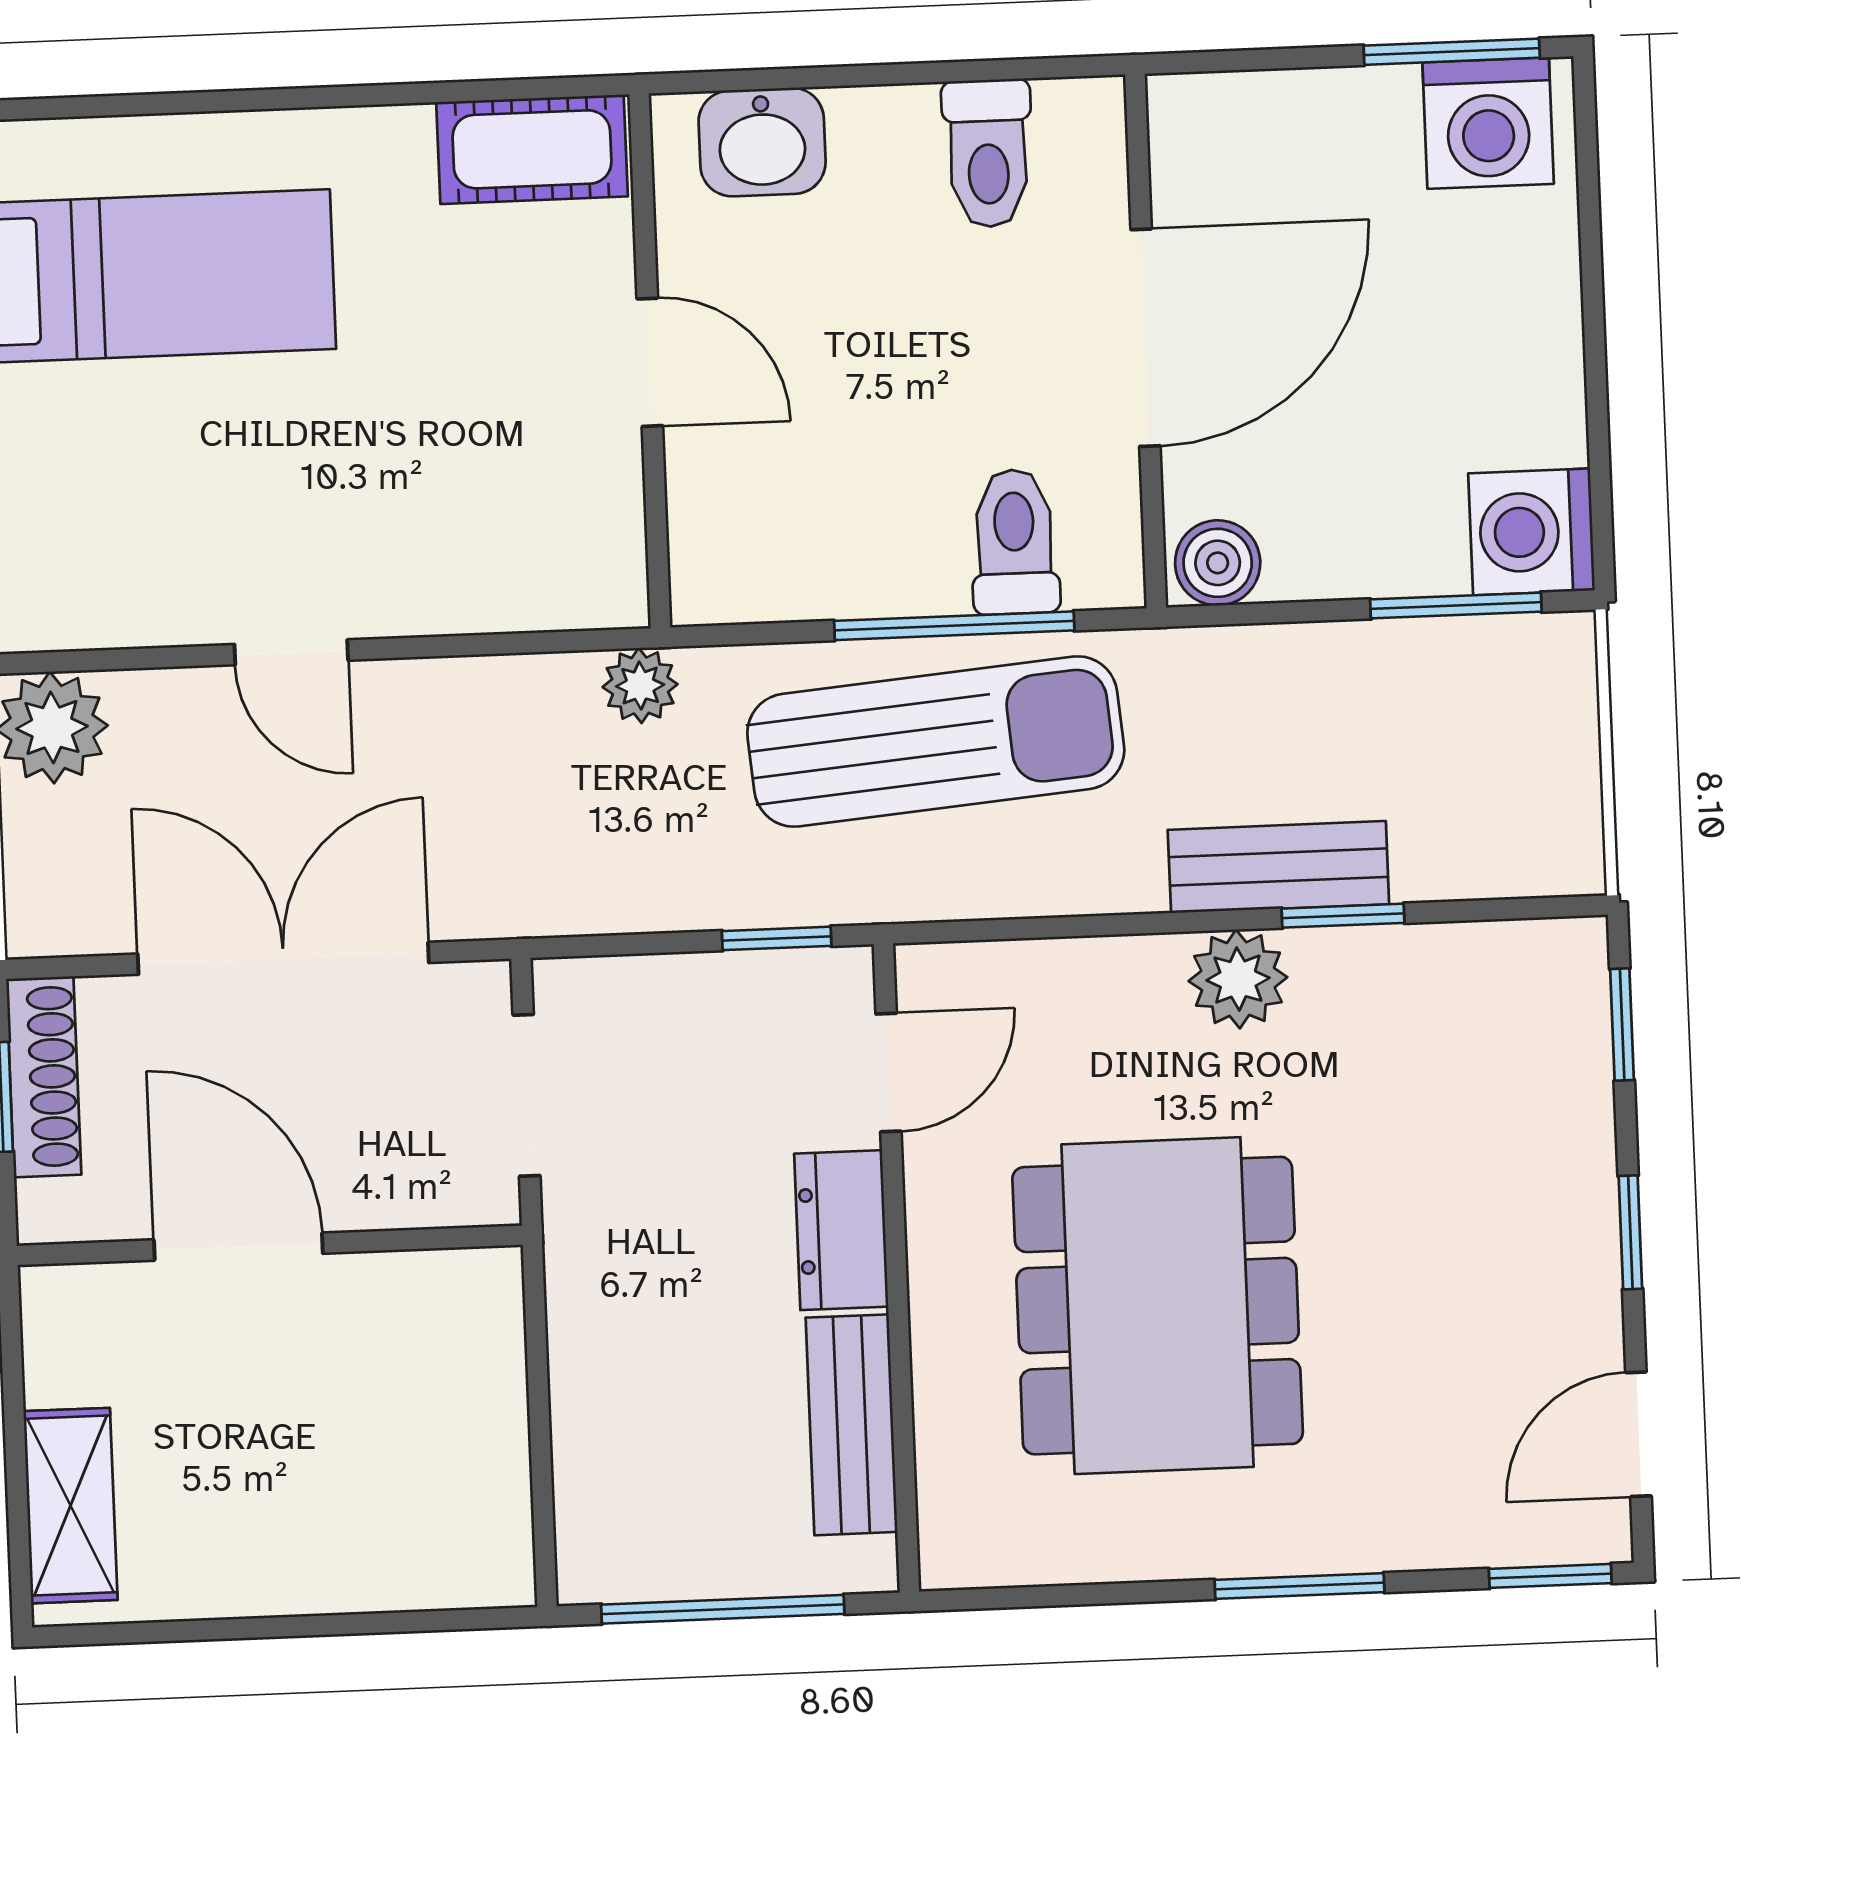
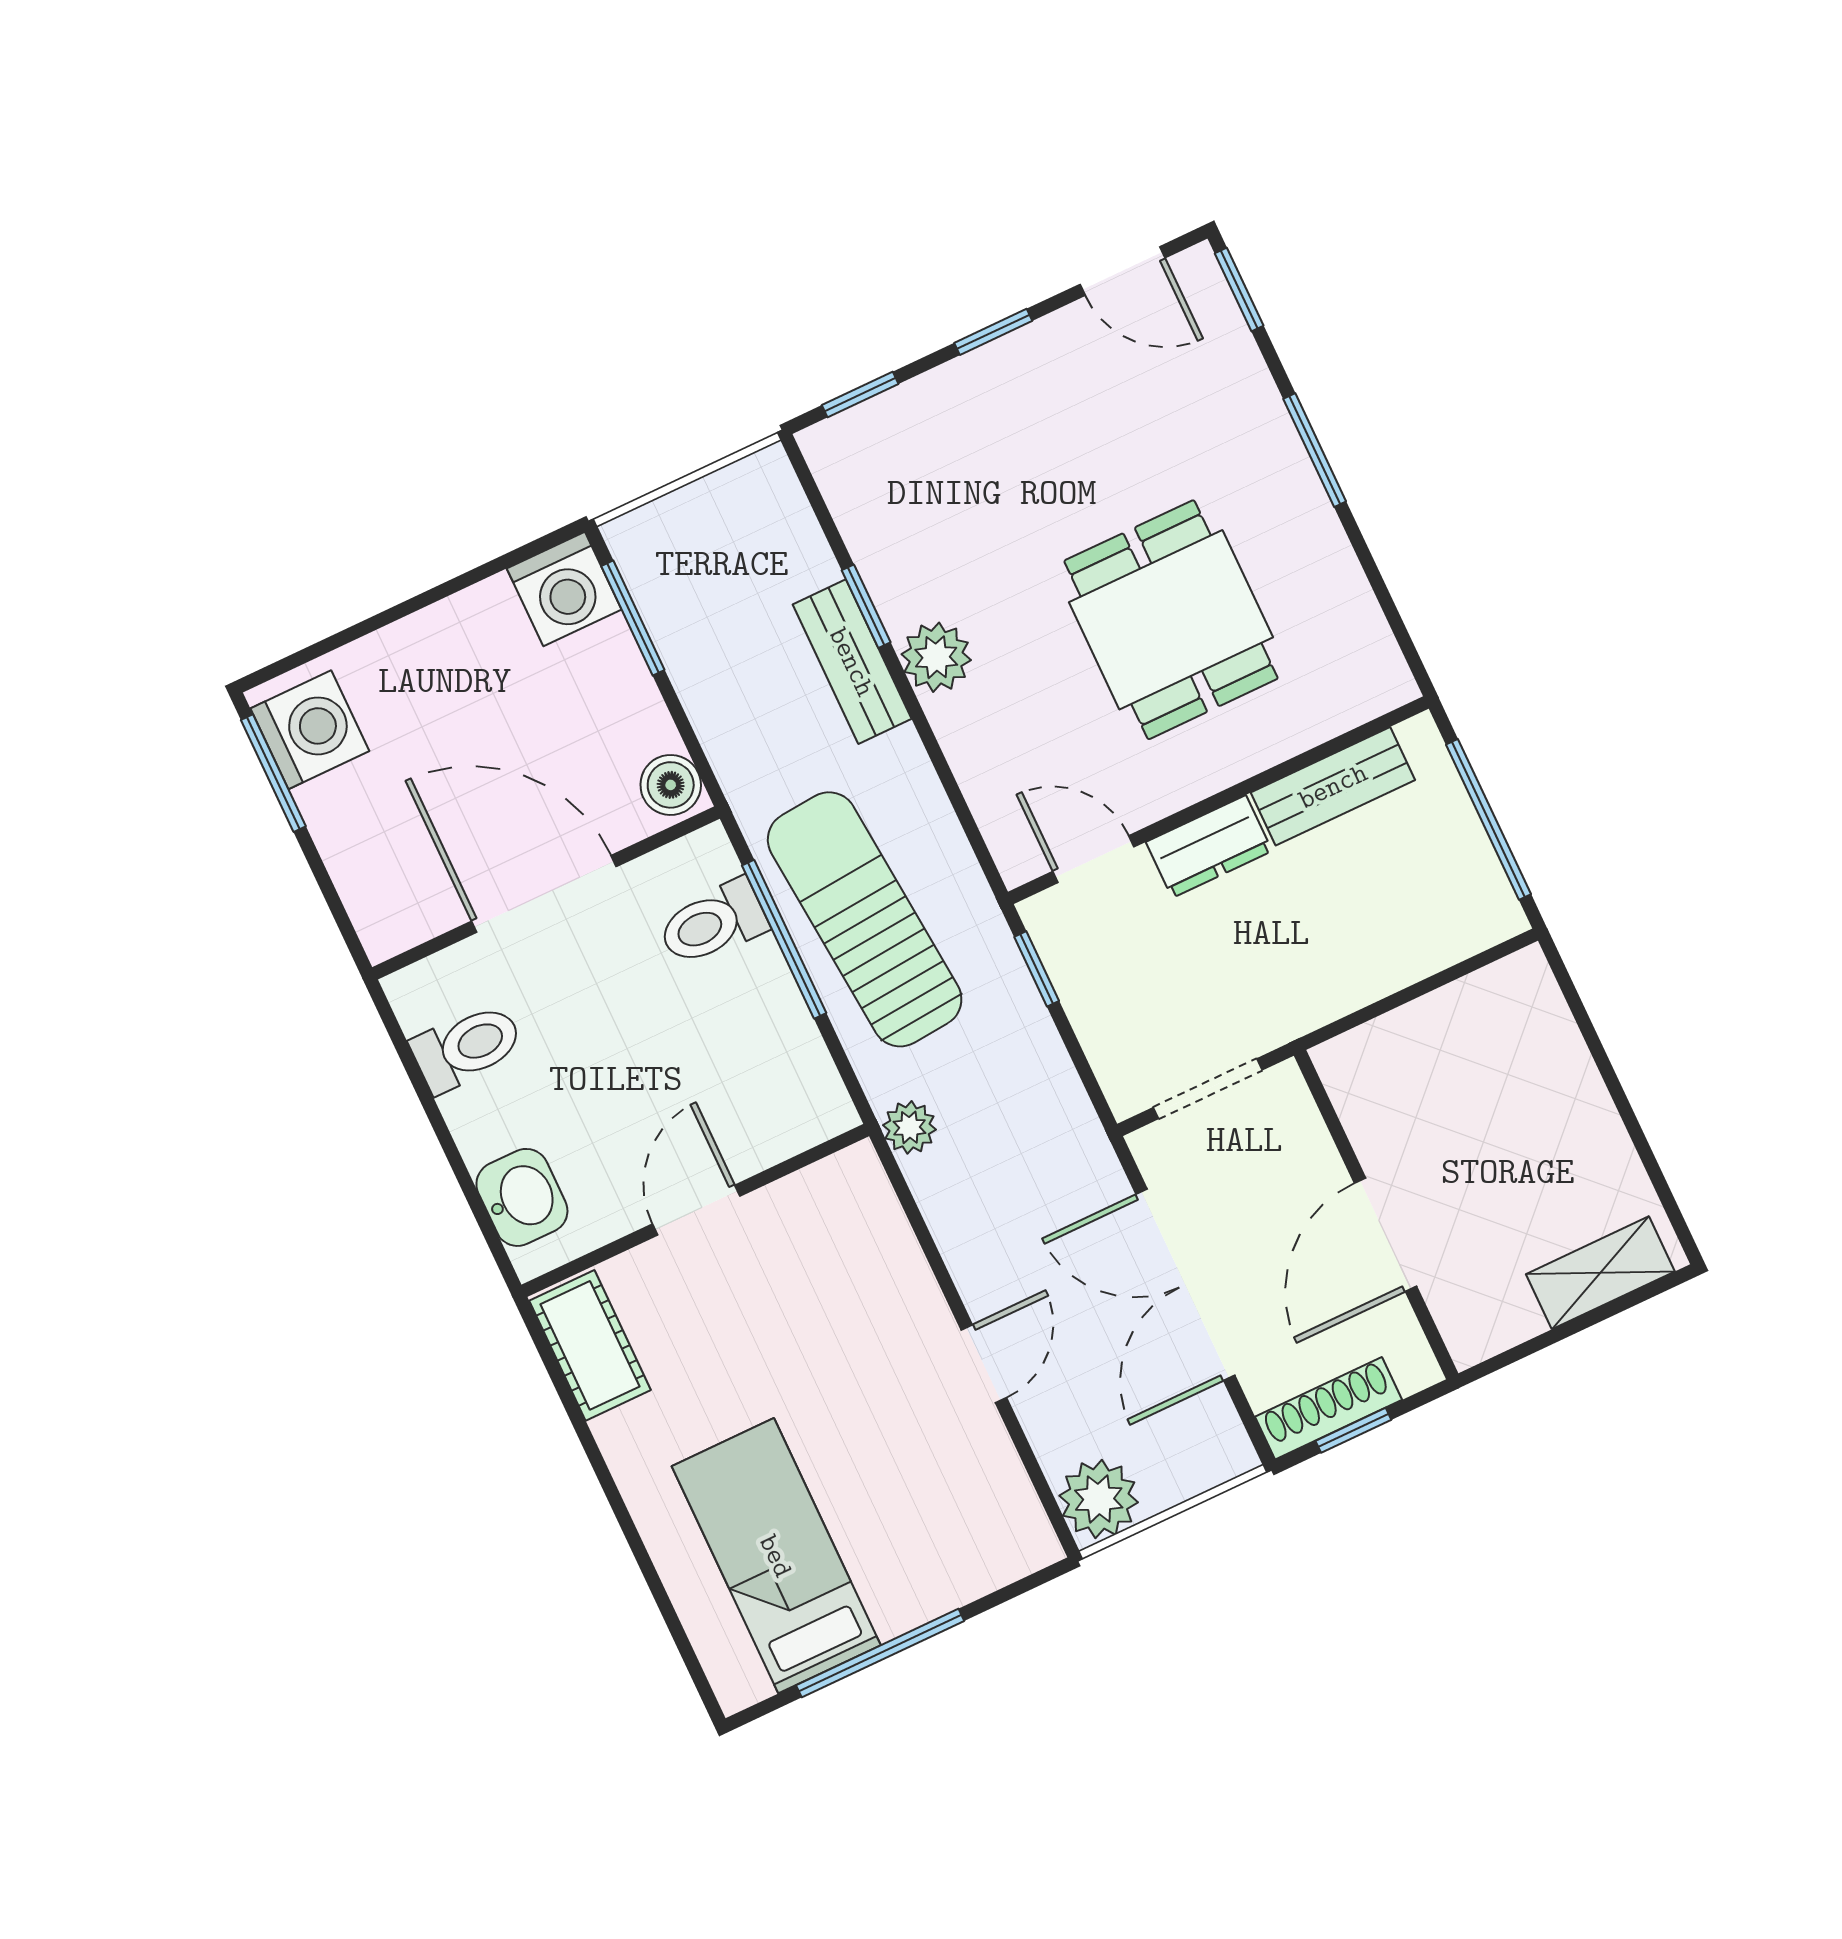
dining table: (1158, 1306) -> (1171, 620), width x0.73

